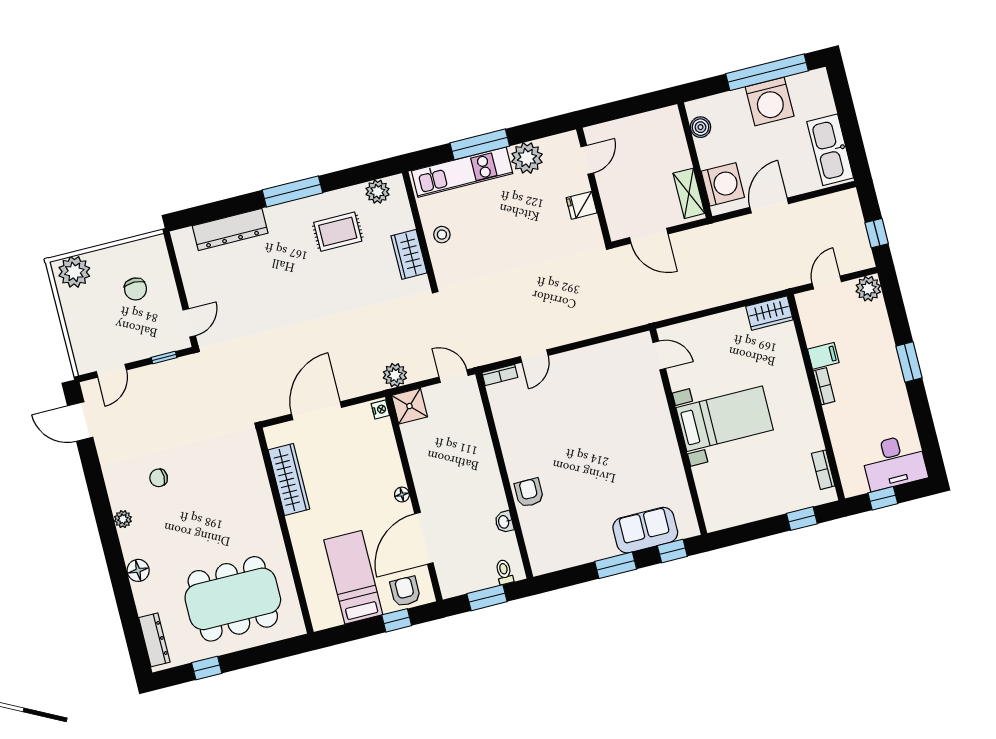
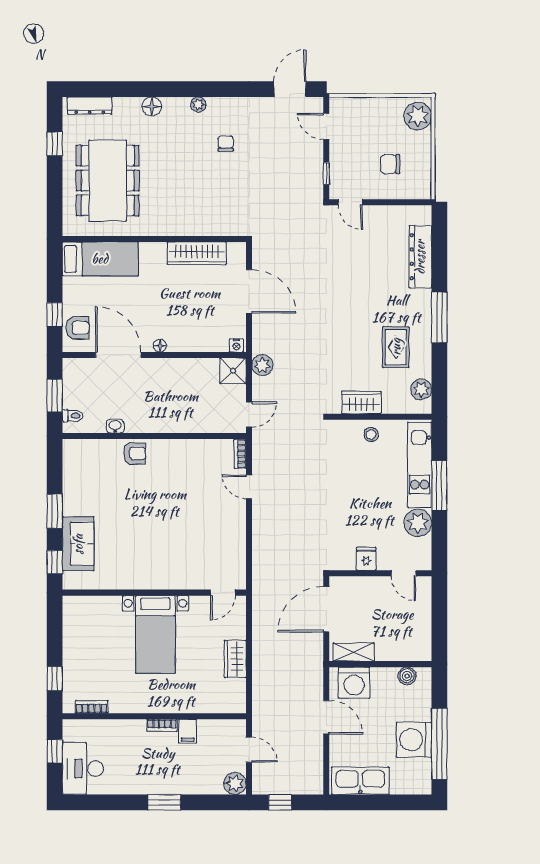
door: (649, 236) -> (326, 609), width x1.36
wardrobe: (769, 313) -> (235, 659), moved
bed: (353, 577) -> (100, 259), moved

